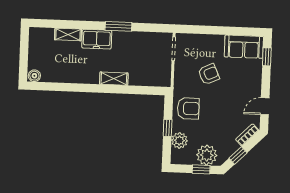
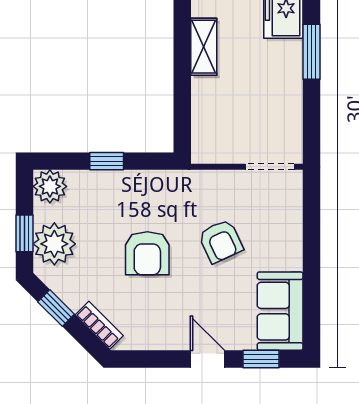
door: (265, 106) -> (207, 359), moved
armchair: (188, 108) -> (147, 253), moved
plant: (179, 140) -> (50, 186), moved

